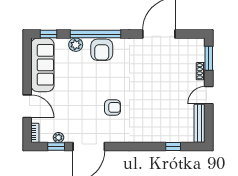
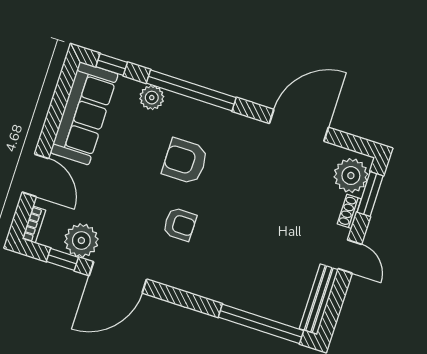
armchair: (102, 50) -> (185, 161), moved, turned 90
plant: (195, 52) -> (351, 176), added
door: (209, 95) -> (350, 257), swing flipped
plant: (58, 138) -> (81, 240), width x1.87, depth x1.87
window: (173, 146) -> (261, 324), width x3.17

